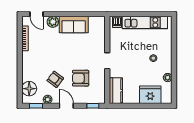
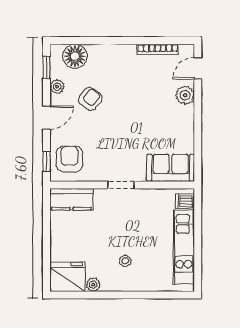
sofa: (74, 25) -> (171, 168), moved, turned 90
armchair: (81, 78) -> (69, 159), moved
fridge: (150, 95) -> (67, 277), moved, turned -90

